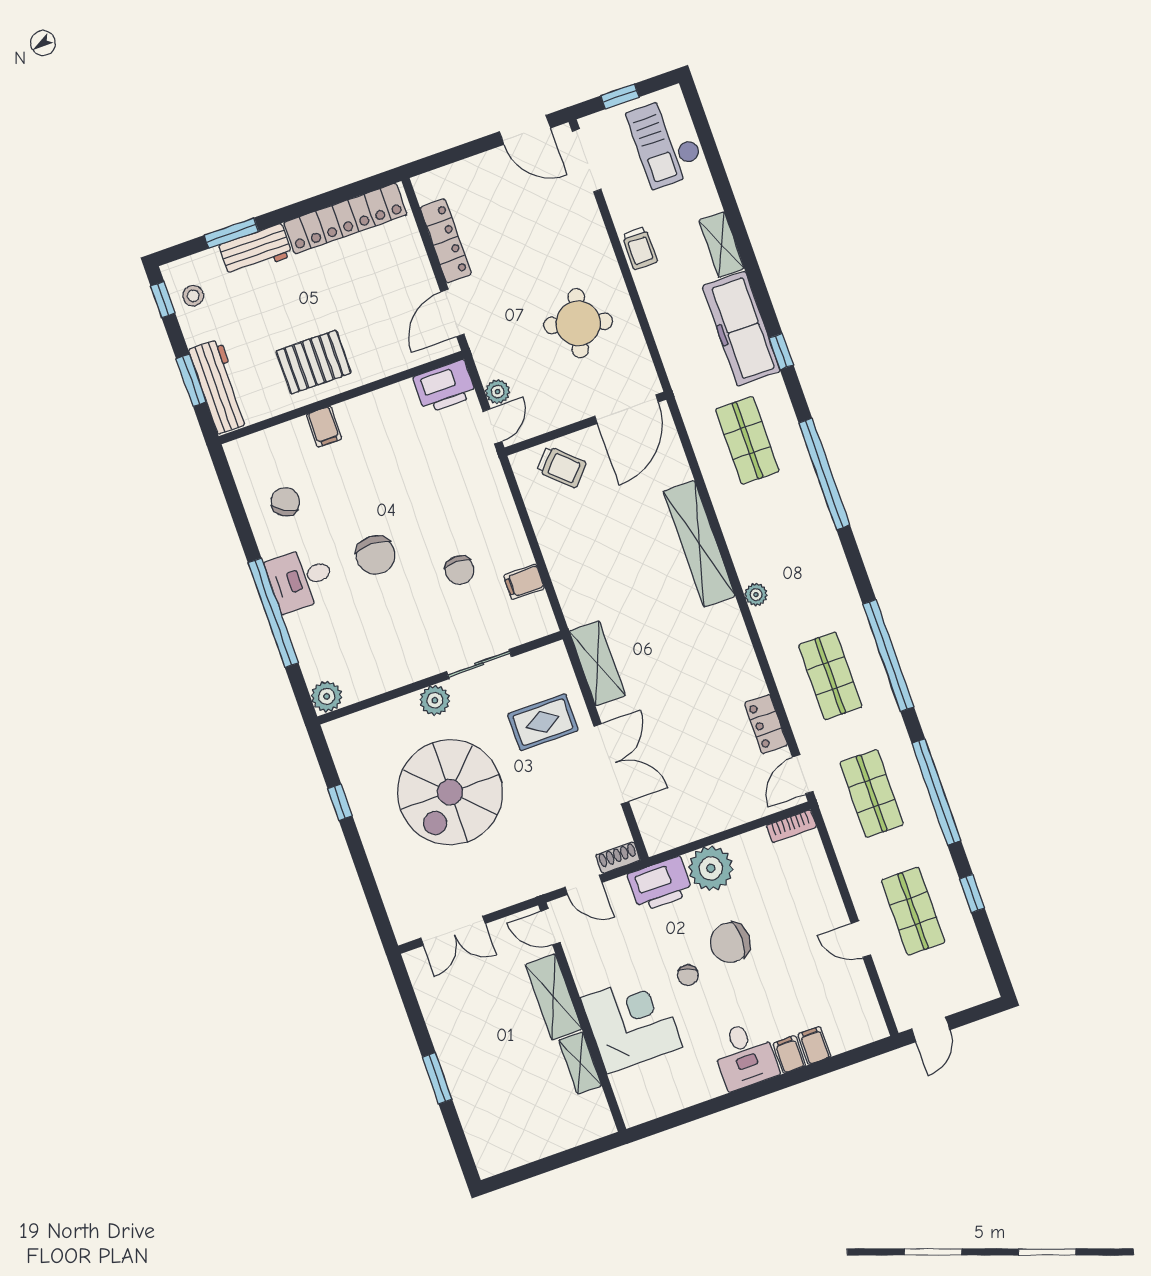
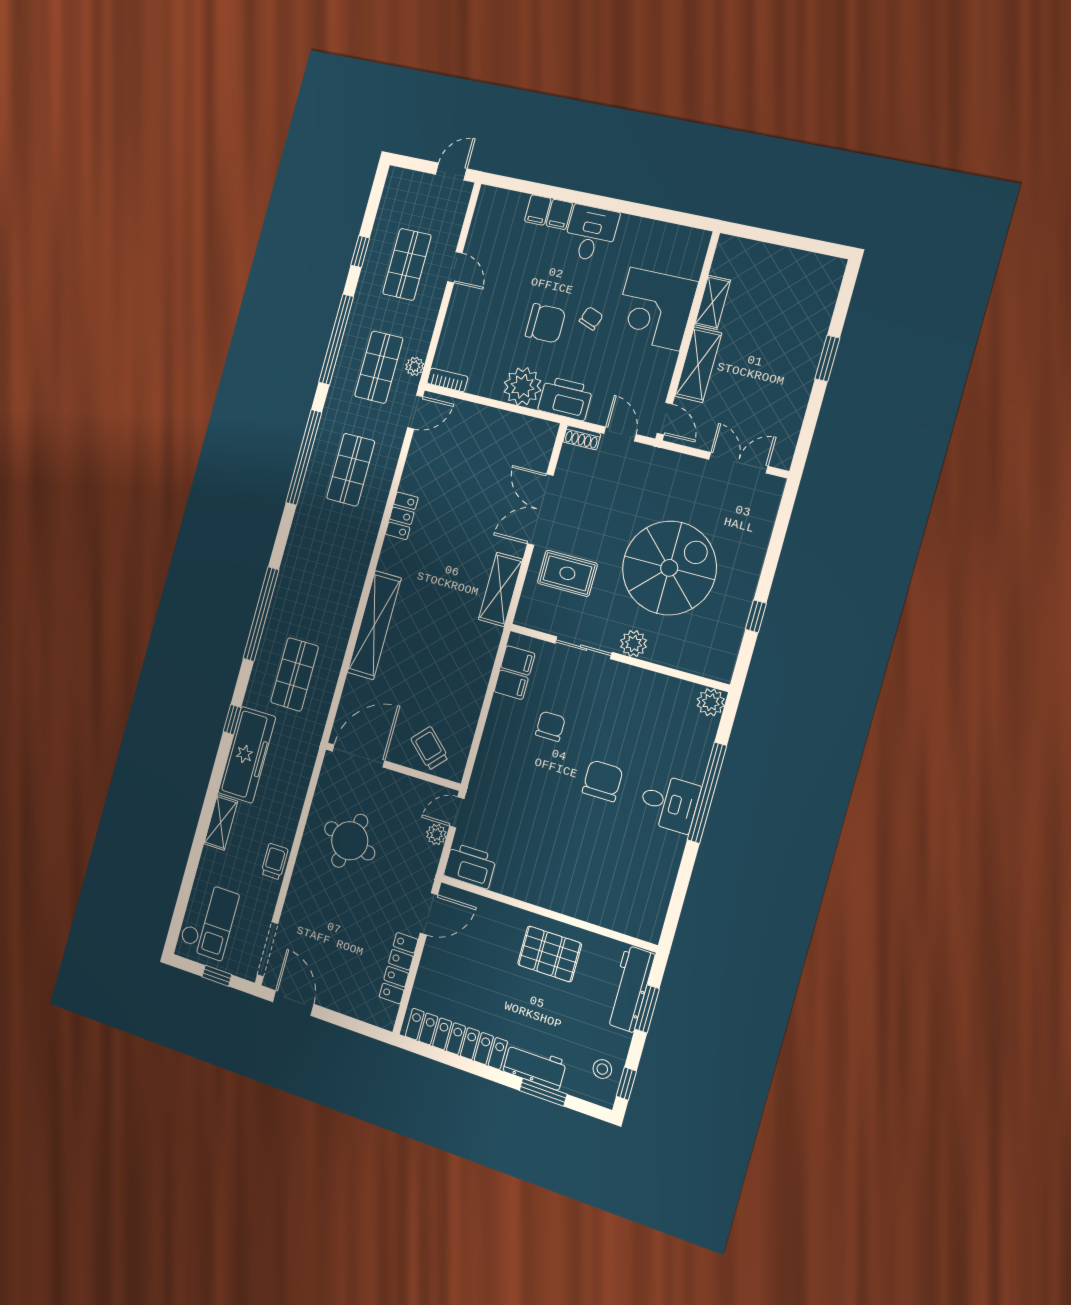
filing cabinet: (324, 427) -> (518, 660), moved, turned 90
chair: (285, 502) -> (641, 868), removed
plant: (756, 595) -> (415, 366), moved
locker: (766, 724) -> (402, 516), moved

